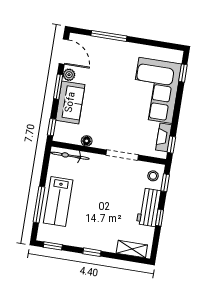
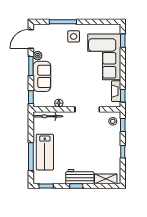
door: (64, 52) -> (31, 39), swing flipped
side table: (120, 57) -> (74, 36), added
workbench: (149, 207) -> (80, 177), moved, turned 90

